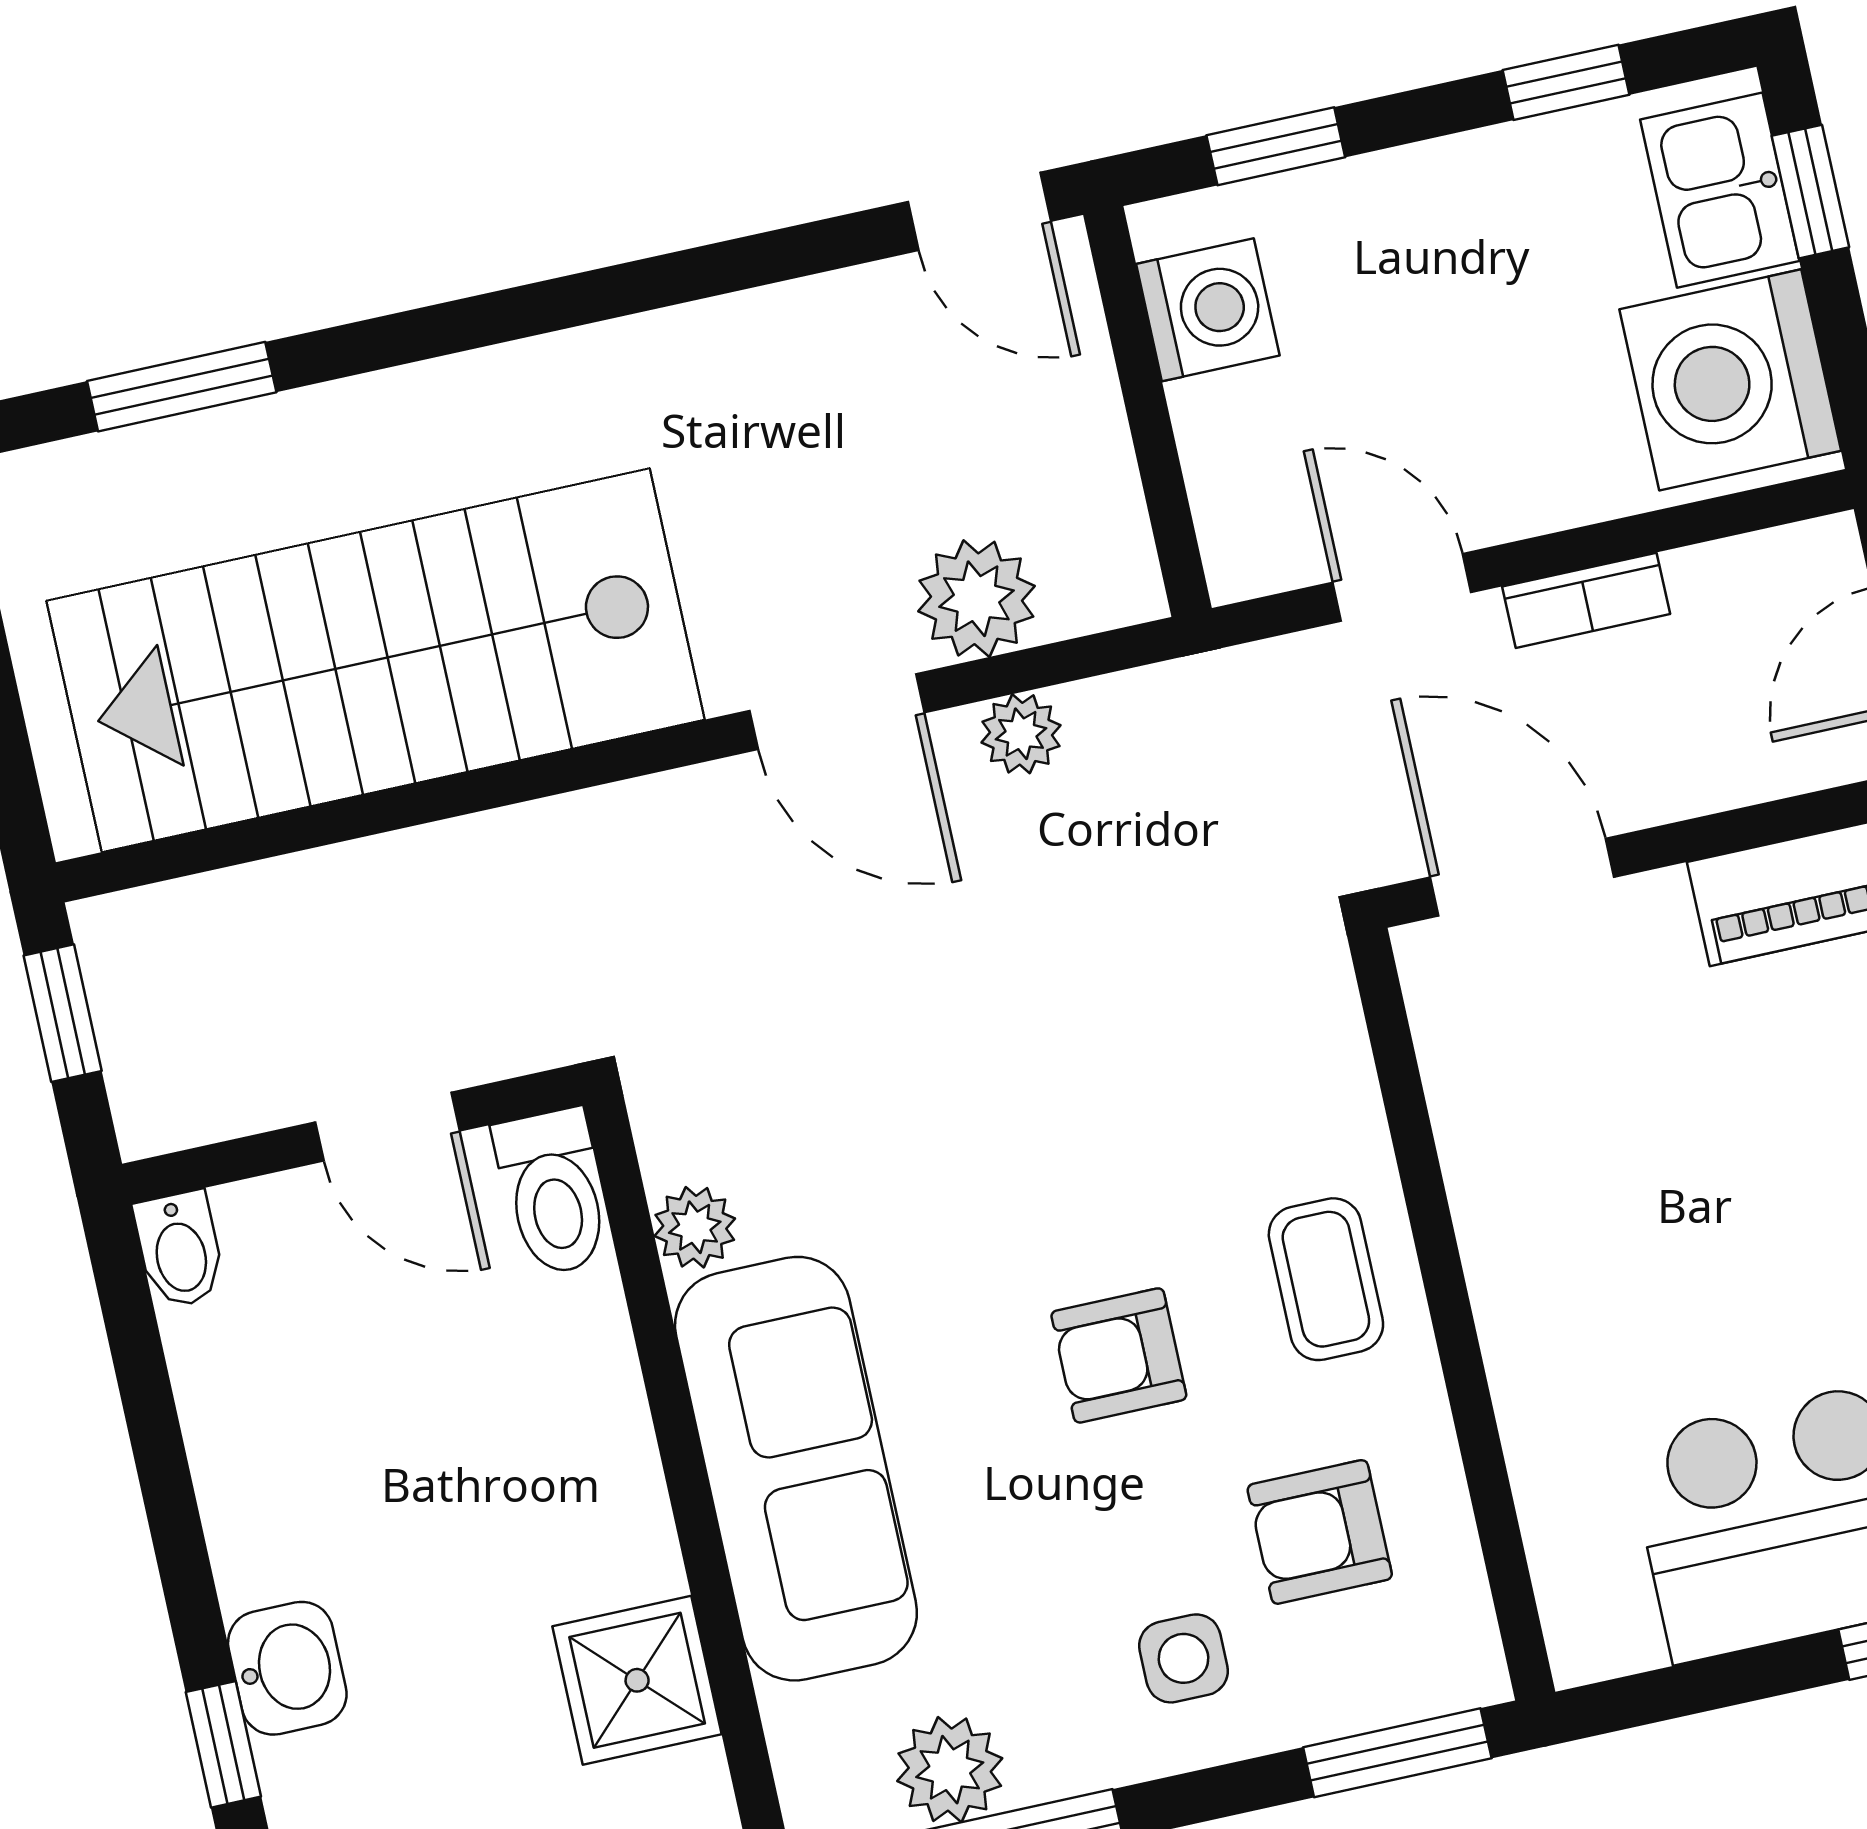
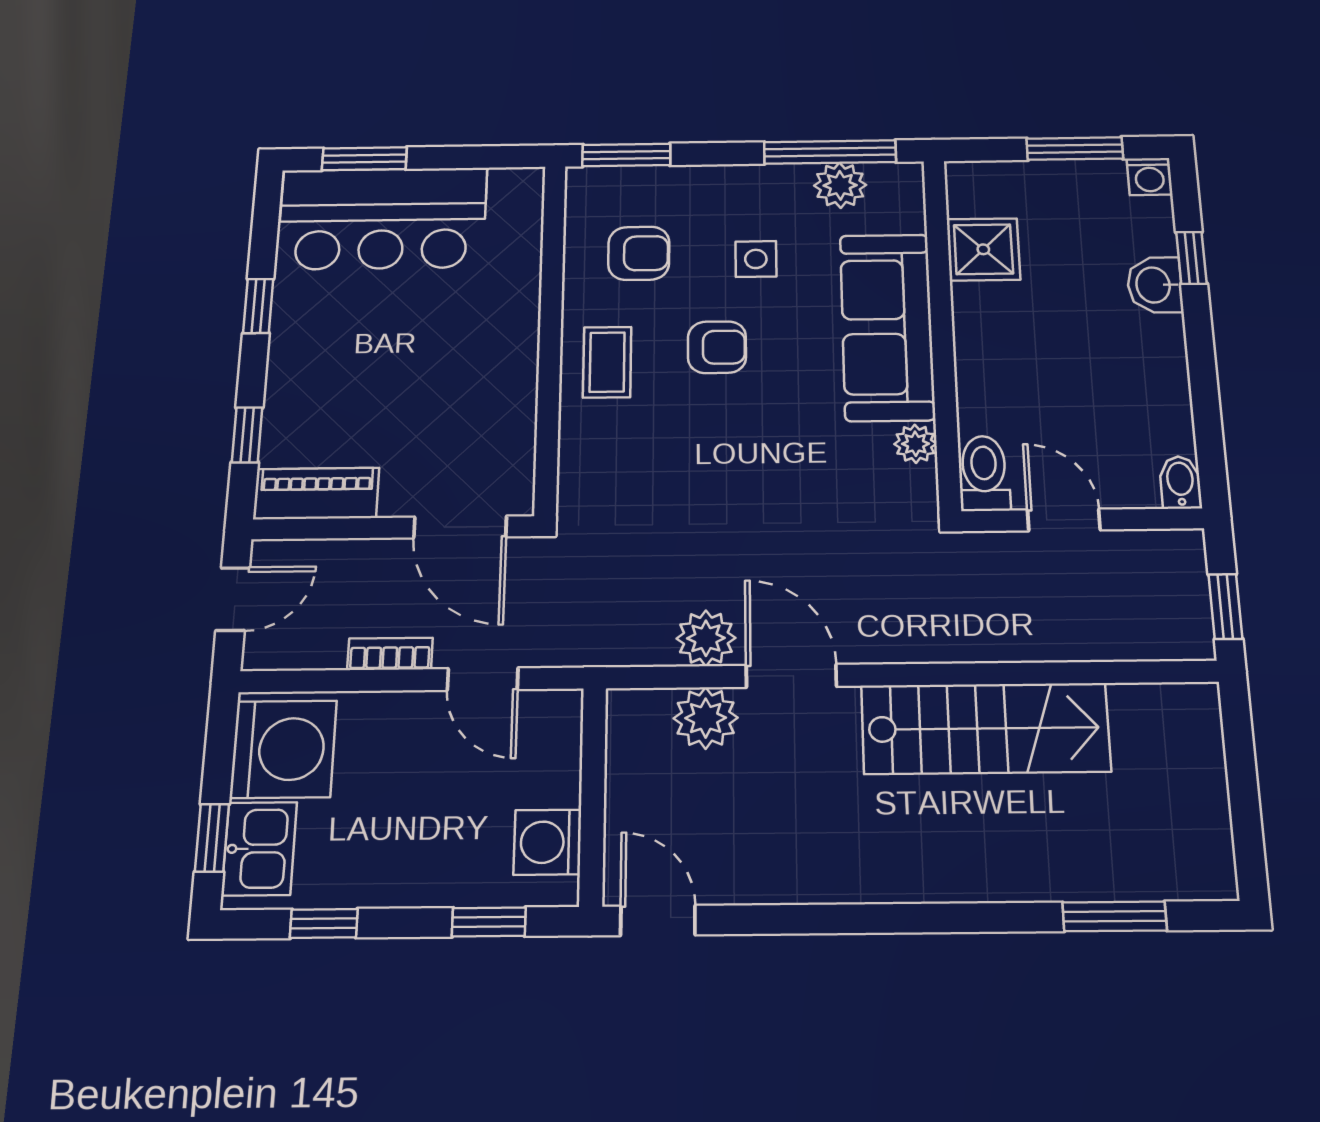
stairs: (376, 660) -> (985, 728), width x0.73, depth x0.66
plant: (1021, 734) -> (706, 638), width x1.38, depth x1.38
side table: (1184, 1658) -> (756, 259), moved

